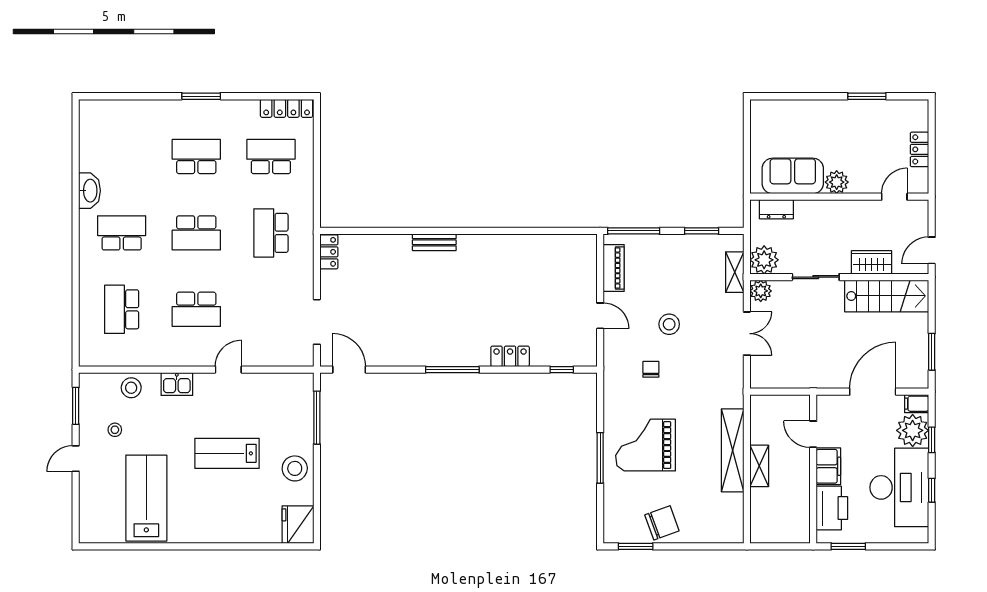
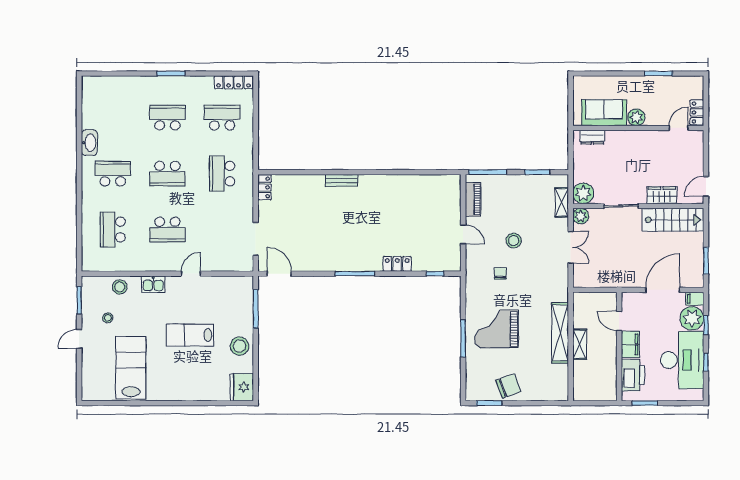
sofa: (793, 176) -> (604, 113), moved
plant: (837, 182) -> (636, 117), moved
wall: (839, 197) -> (638, 128), moved
door: (894, 197) -> (679, 128), moved
dresser: (776, 209) -> (592, 137), moved

